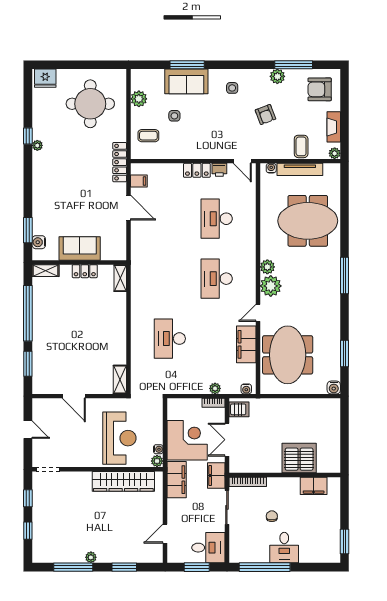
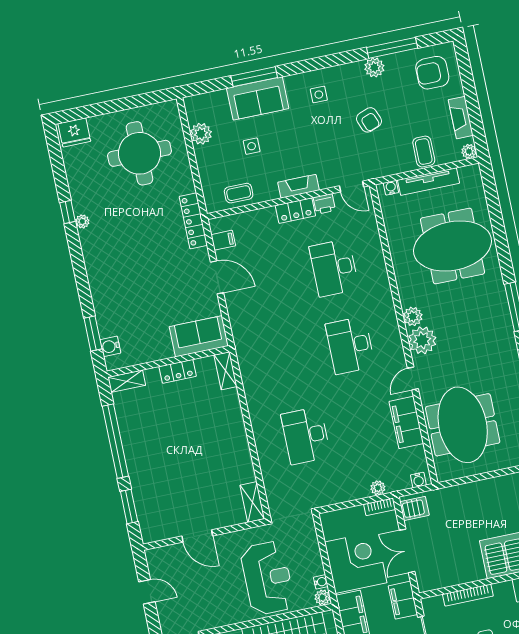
coffee table: (148, 136) -> (239, 193), moved
fireplace: (203, 153) -> (299, 186), added
sofa: (80, 248) -> (199, 336), moved
bookcase: (248, 482) -> (468, 595), moved

